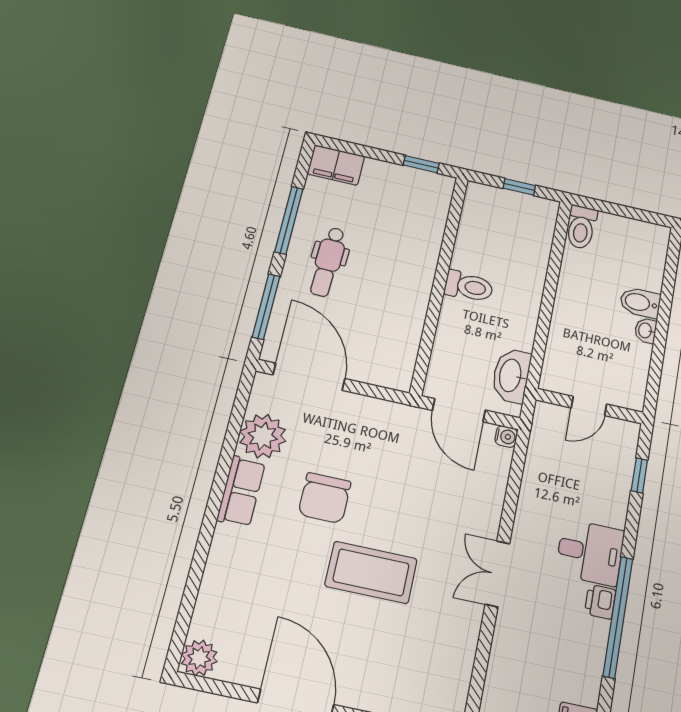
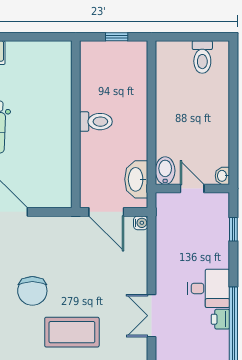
window: (421, 164) -> (45, 37), removed
toilet: (581, 227) -> (202, 57), moved
bidet: (640, 303) -> (165, 171), moved, turned 90
washbasin: (646, 331) -> (222, 176), moved
door: (589, 406) -> (192, 189), swing flipped

